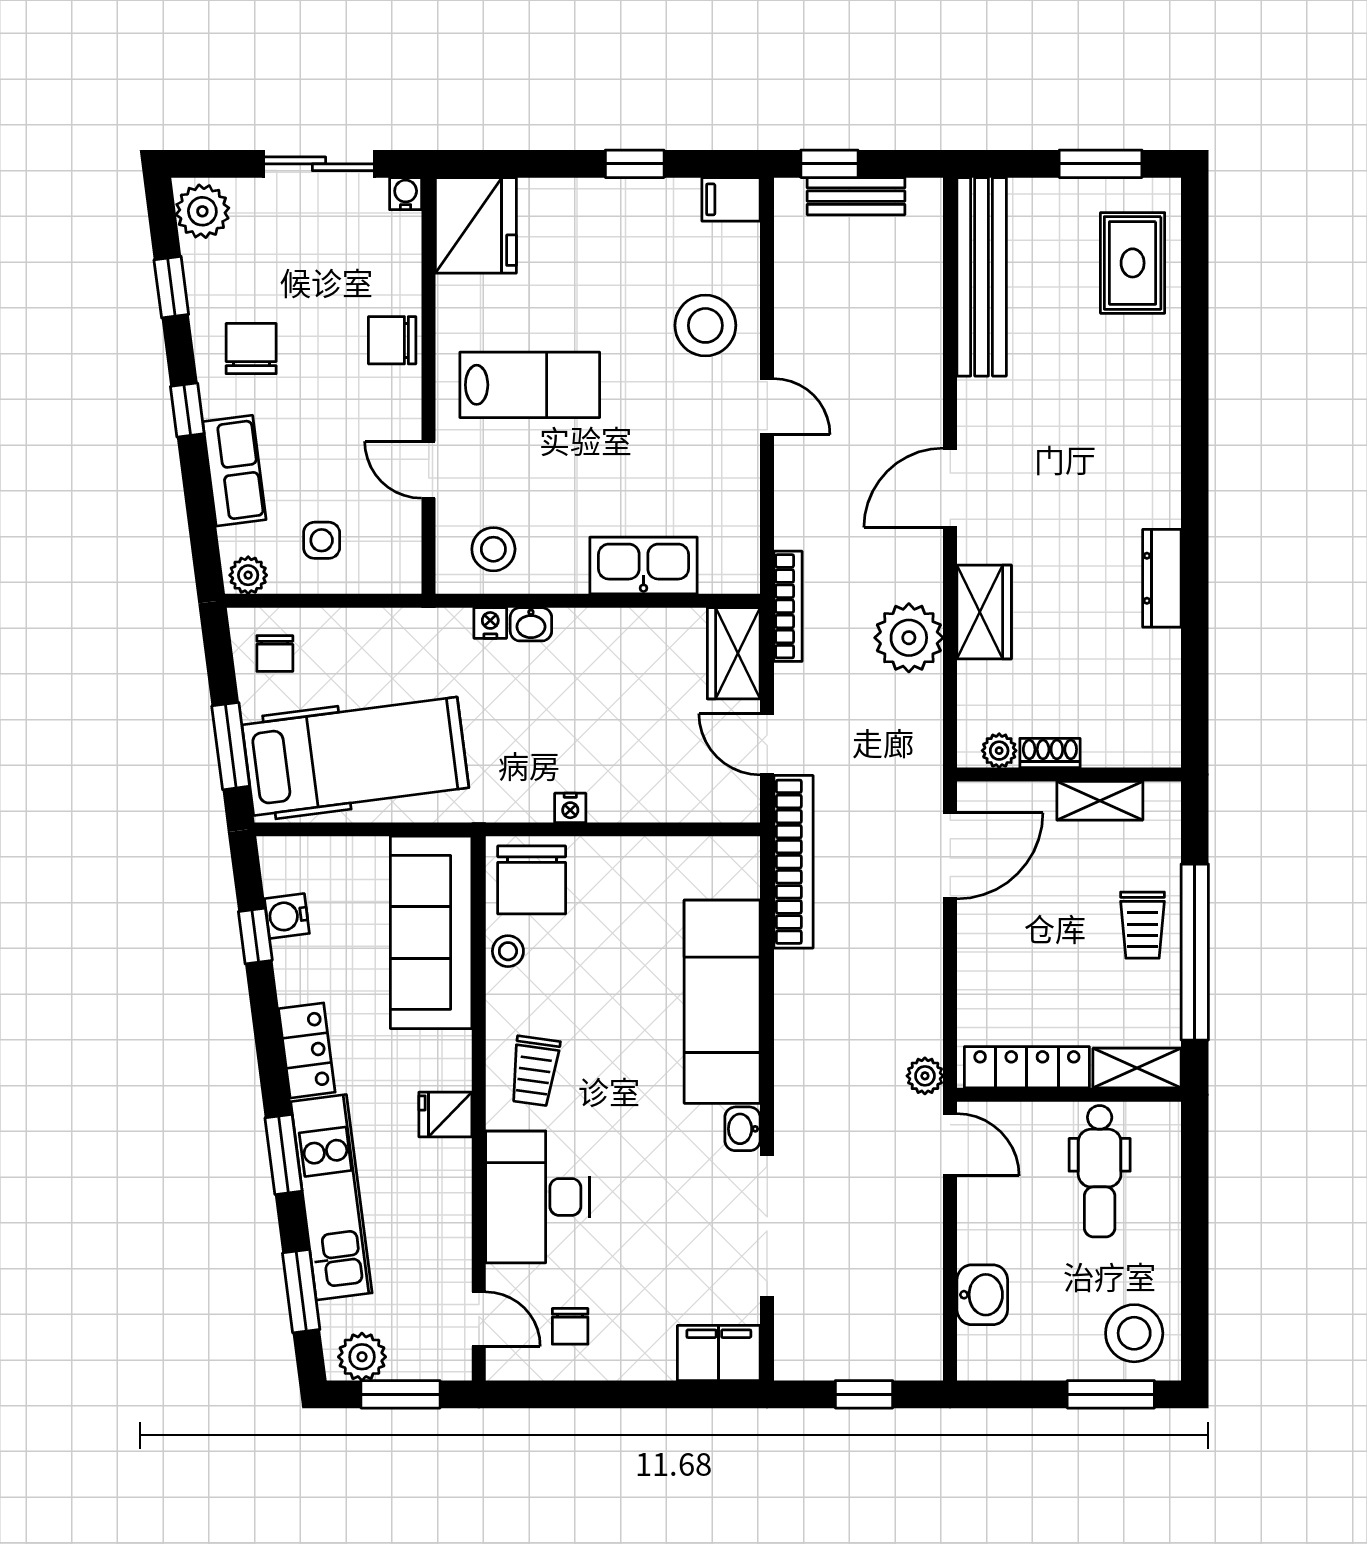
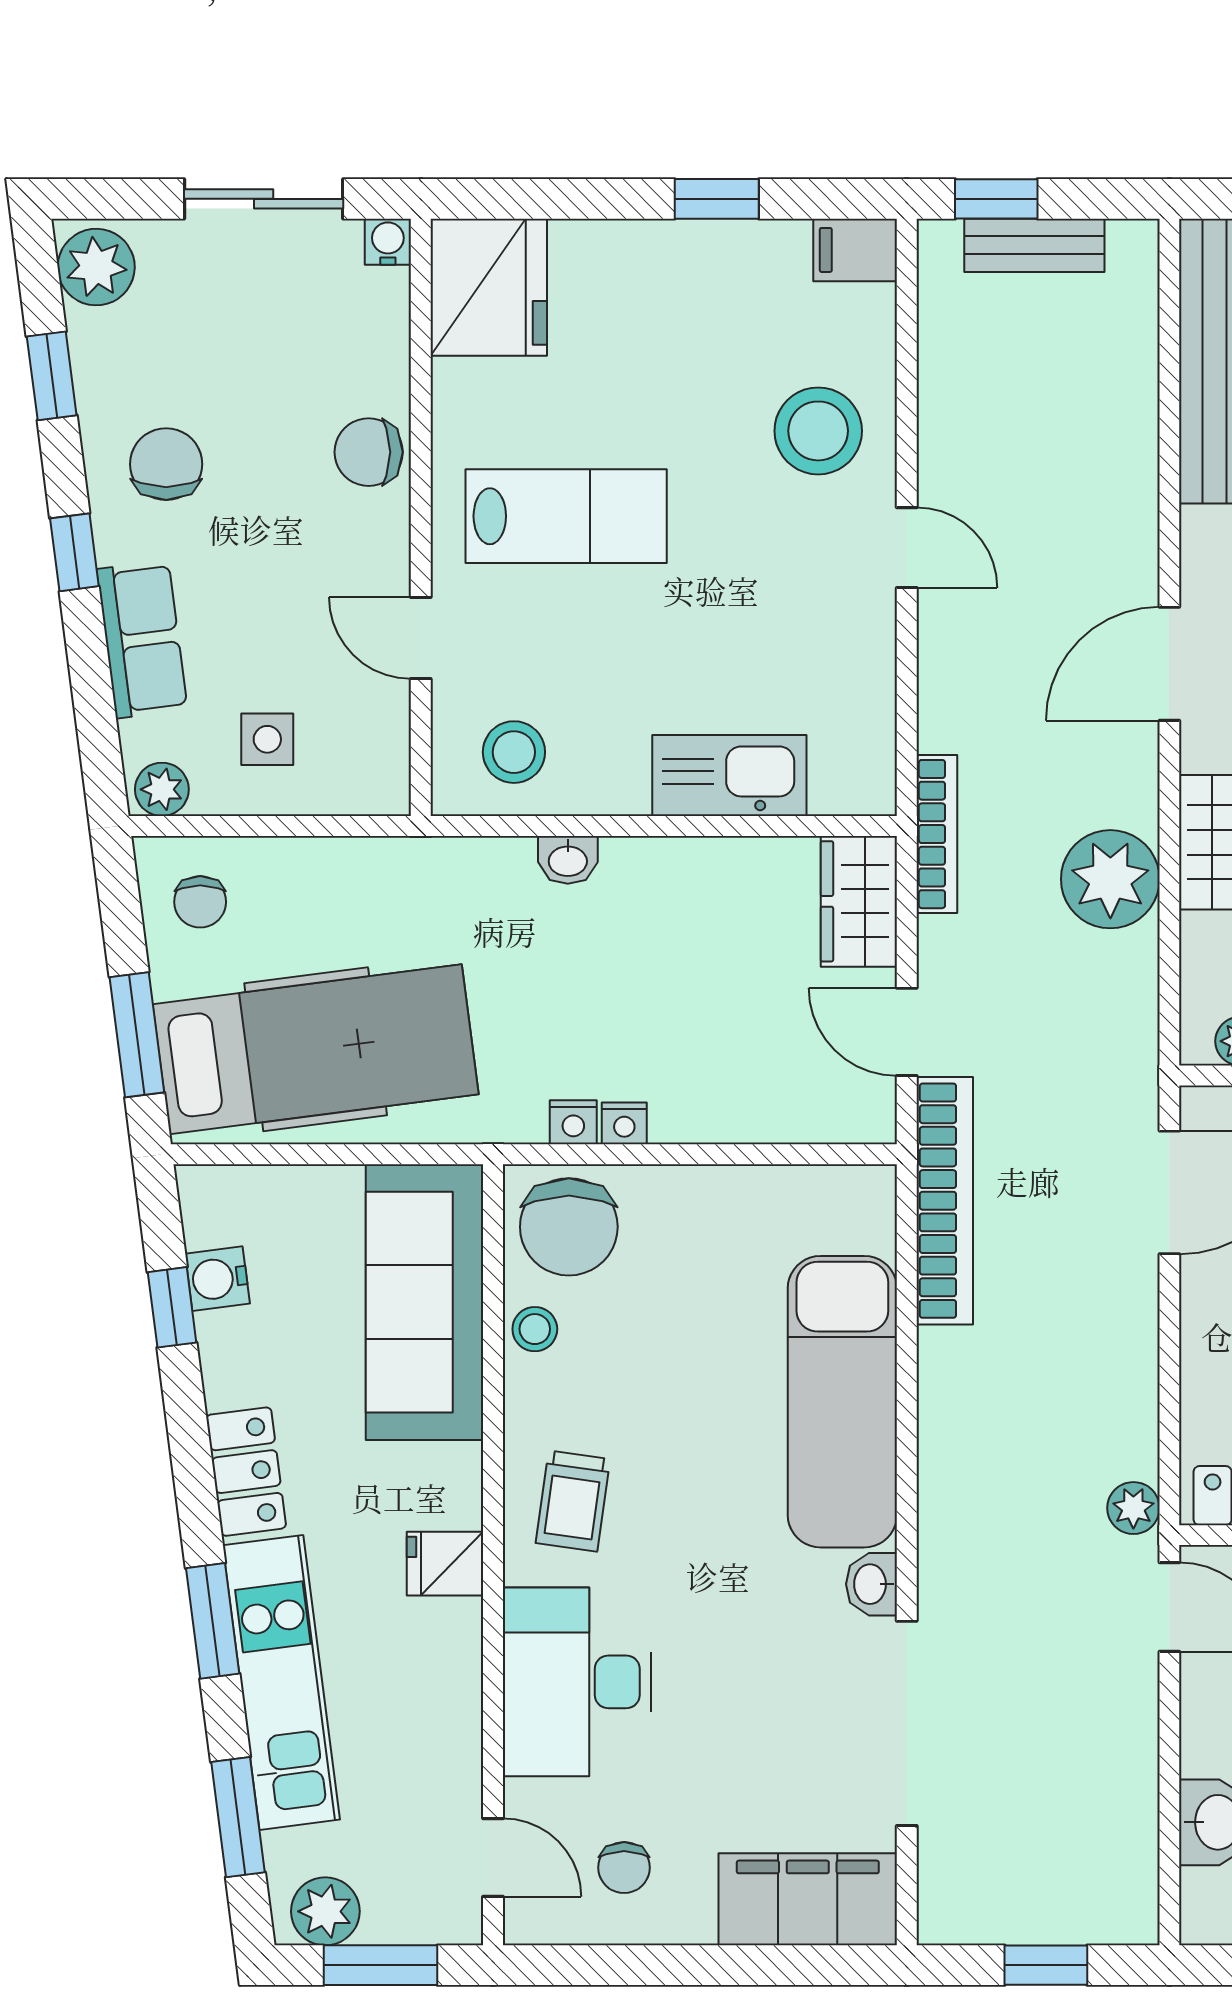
nightstand: (490, 623) -> (573, 1122), moved, turned 180
filing cabinet: (719, 1353) -> (808, 1899), width x1.50, depth x1.17

